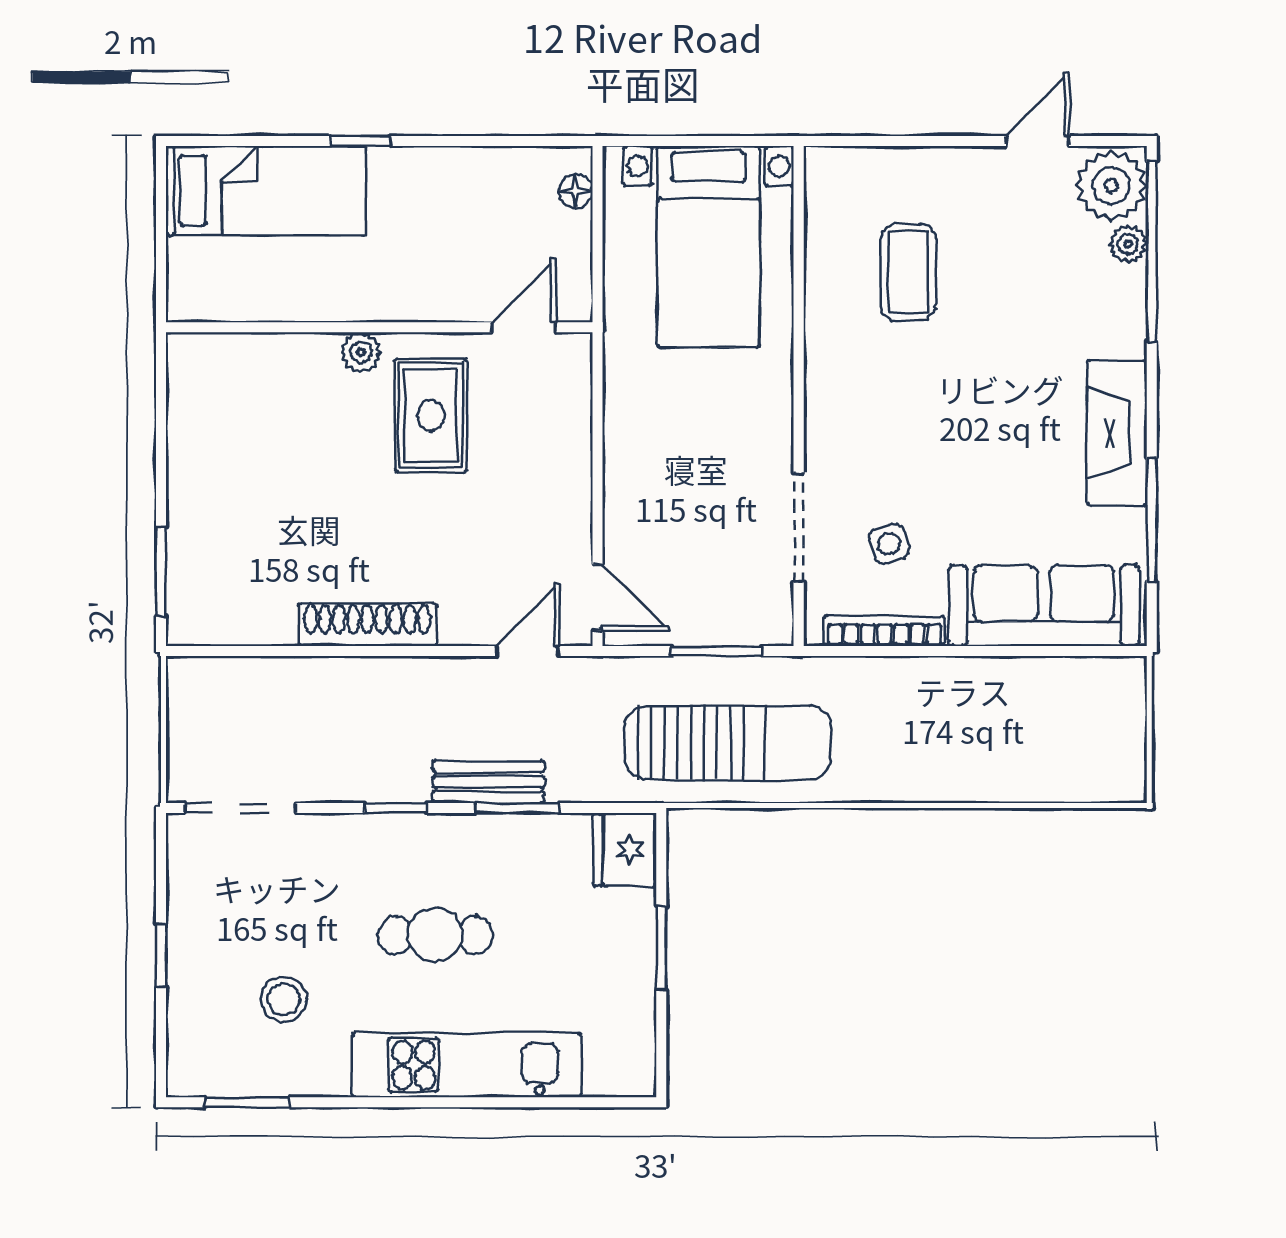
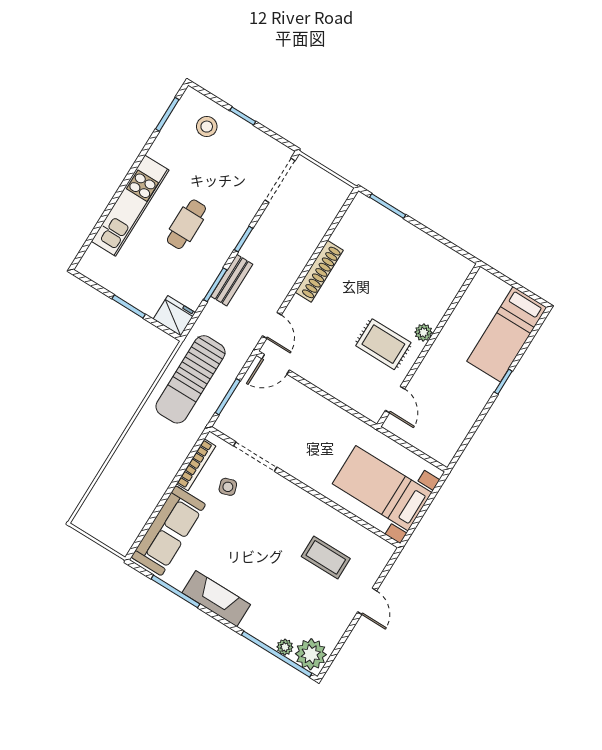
door: (1038, 141) -> (367, 601), moved
floor lamp: (576, 191) -> (434, 451), removed
stool: (284, 999) -> (207, 127), moved

